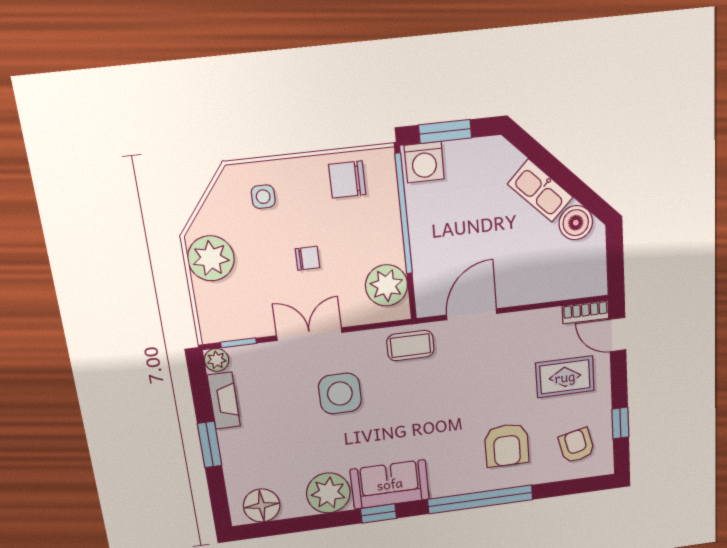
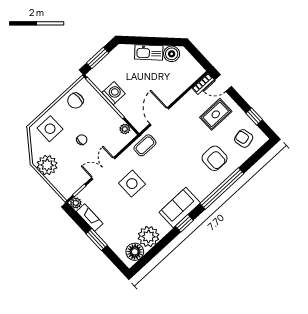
washing machine: (424, 162) -> (114, 93), moved, turned -90
side table: (263, 197) -> (50, 129), width x1.87, depth x1.87
plant: (387, 285) -> (125, 129), width x0.53, depth x0.53
plant: (328, 493) -> (149, 237), moved

